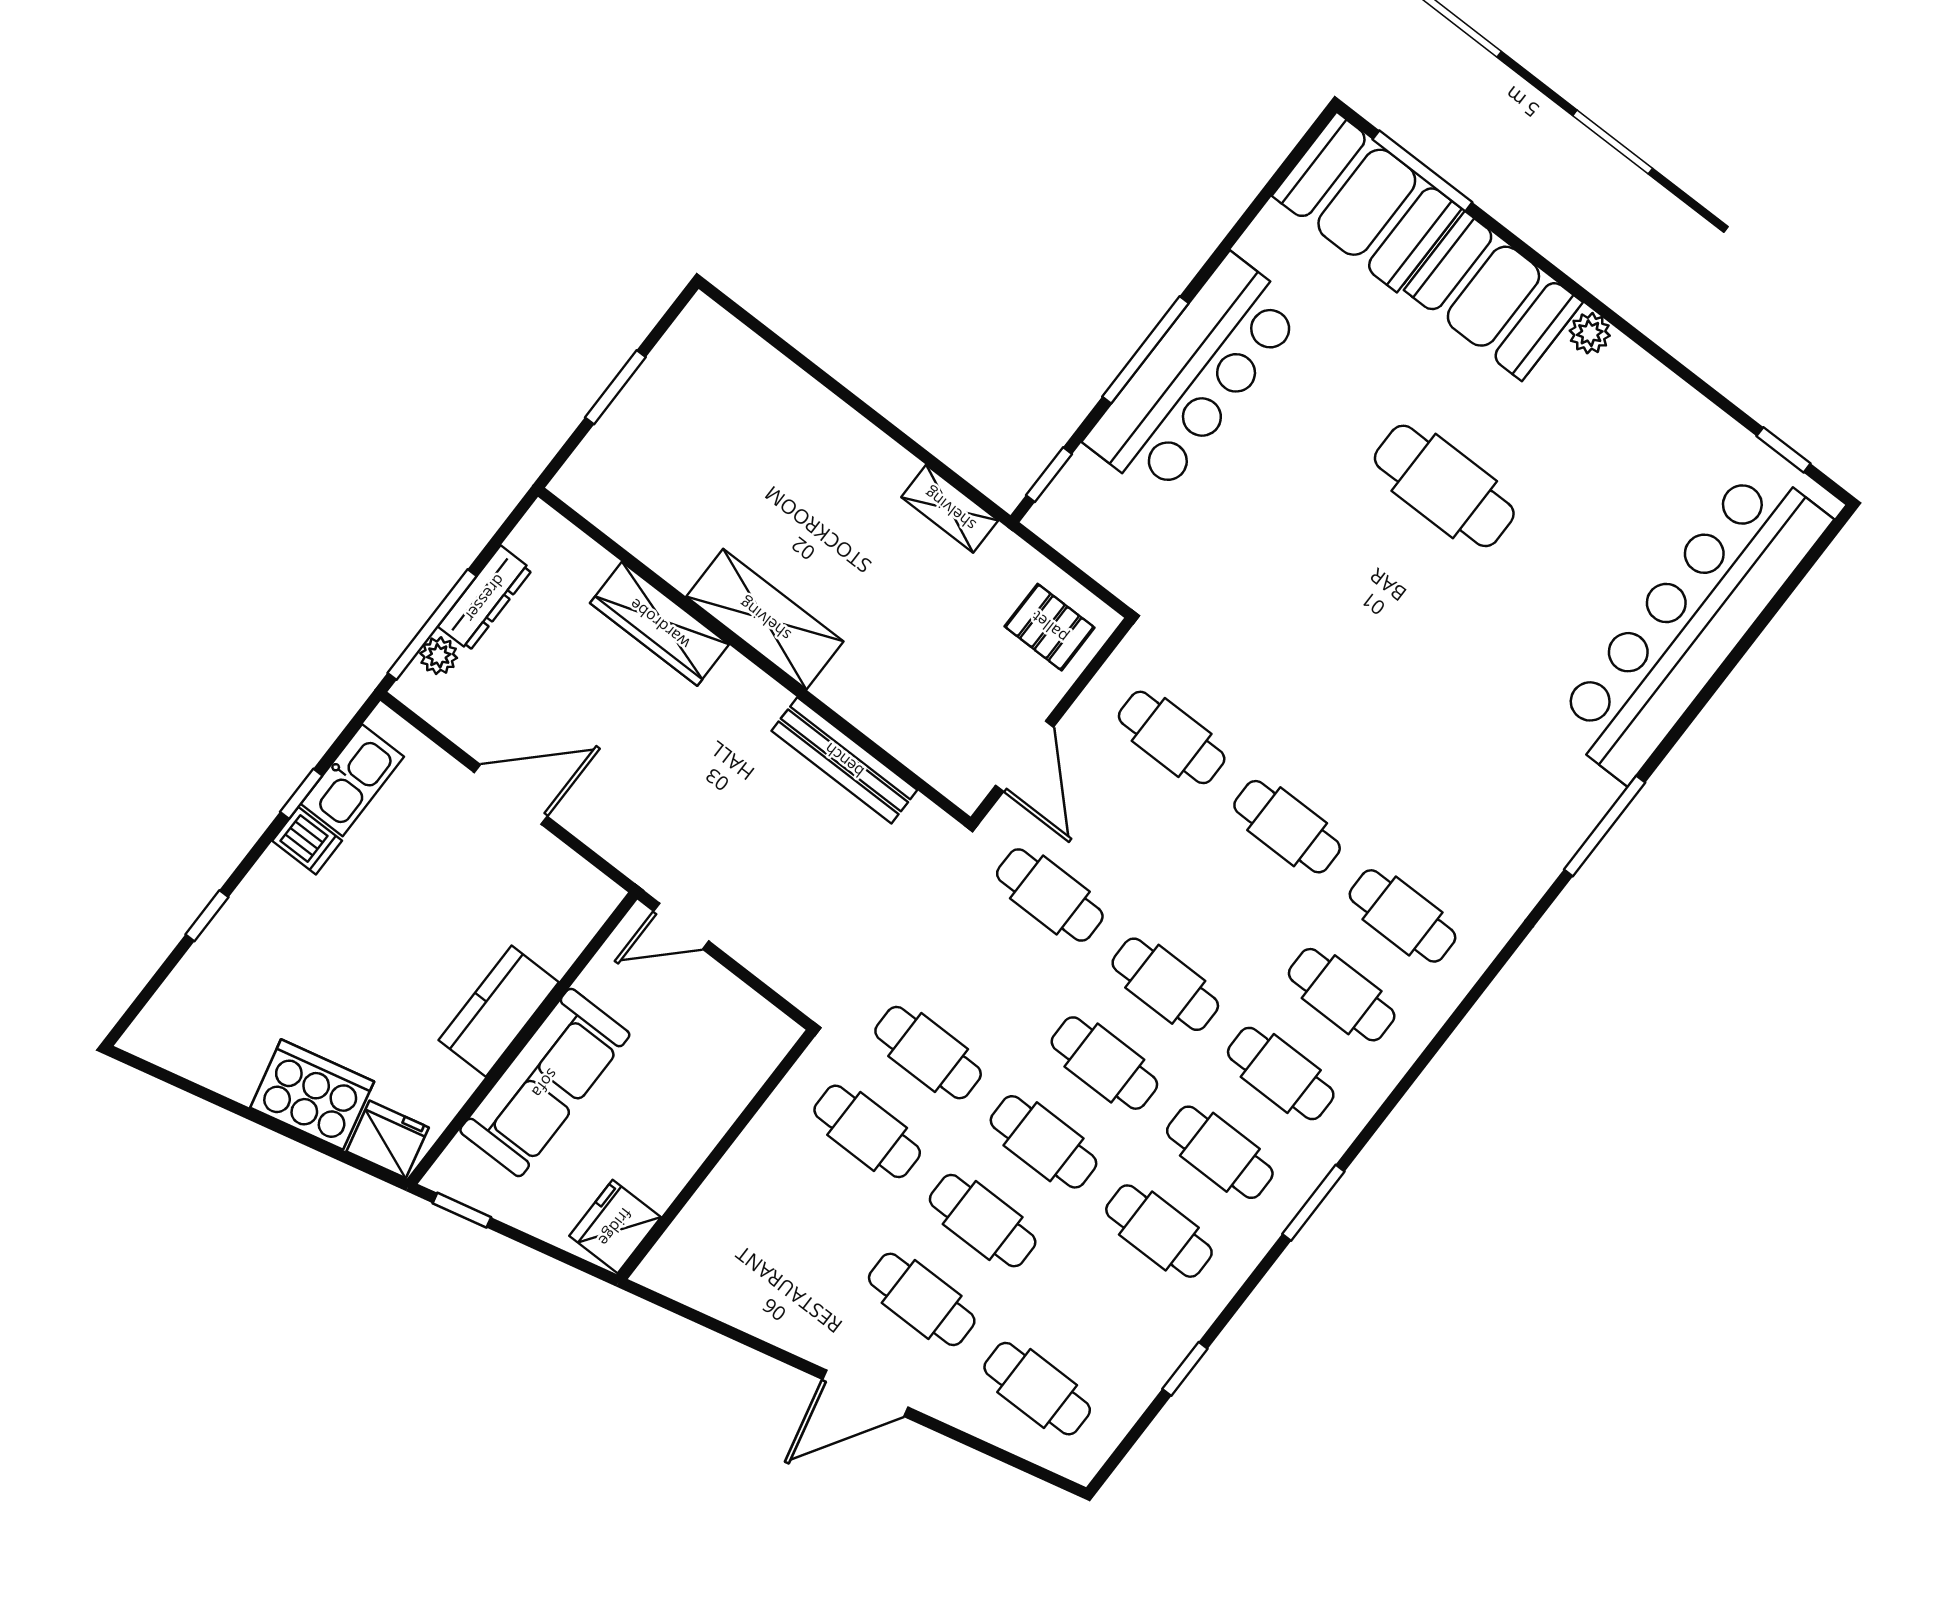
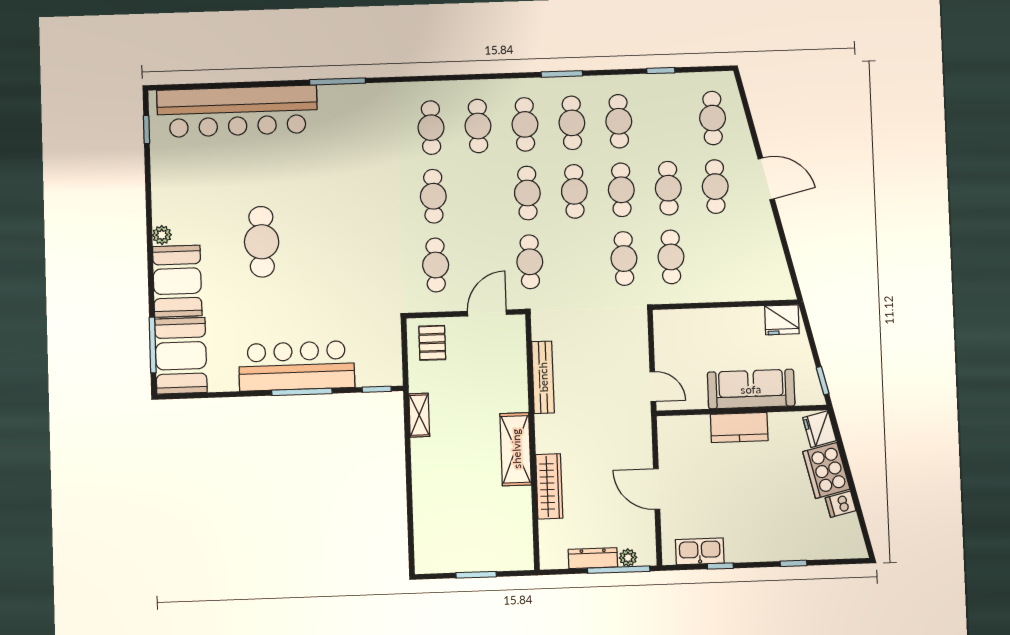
dishwasher: (307, 841) -> (841, 504), moved, turned -103

